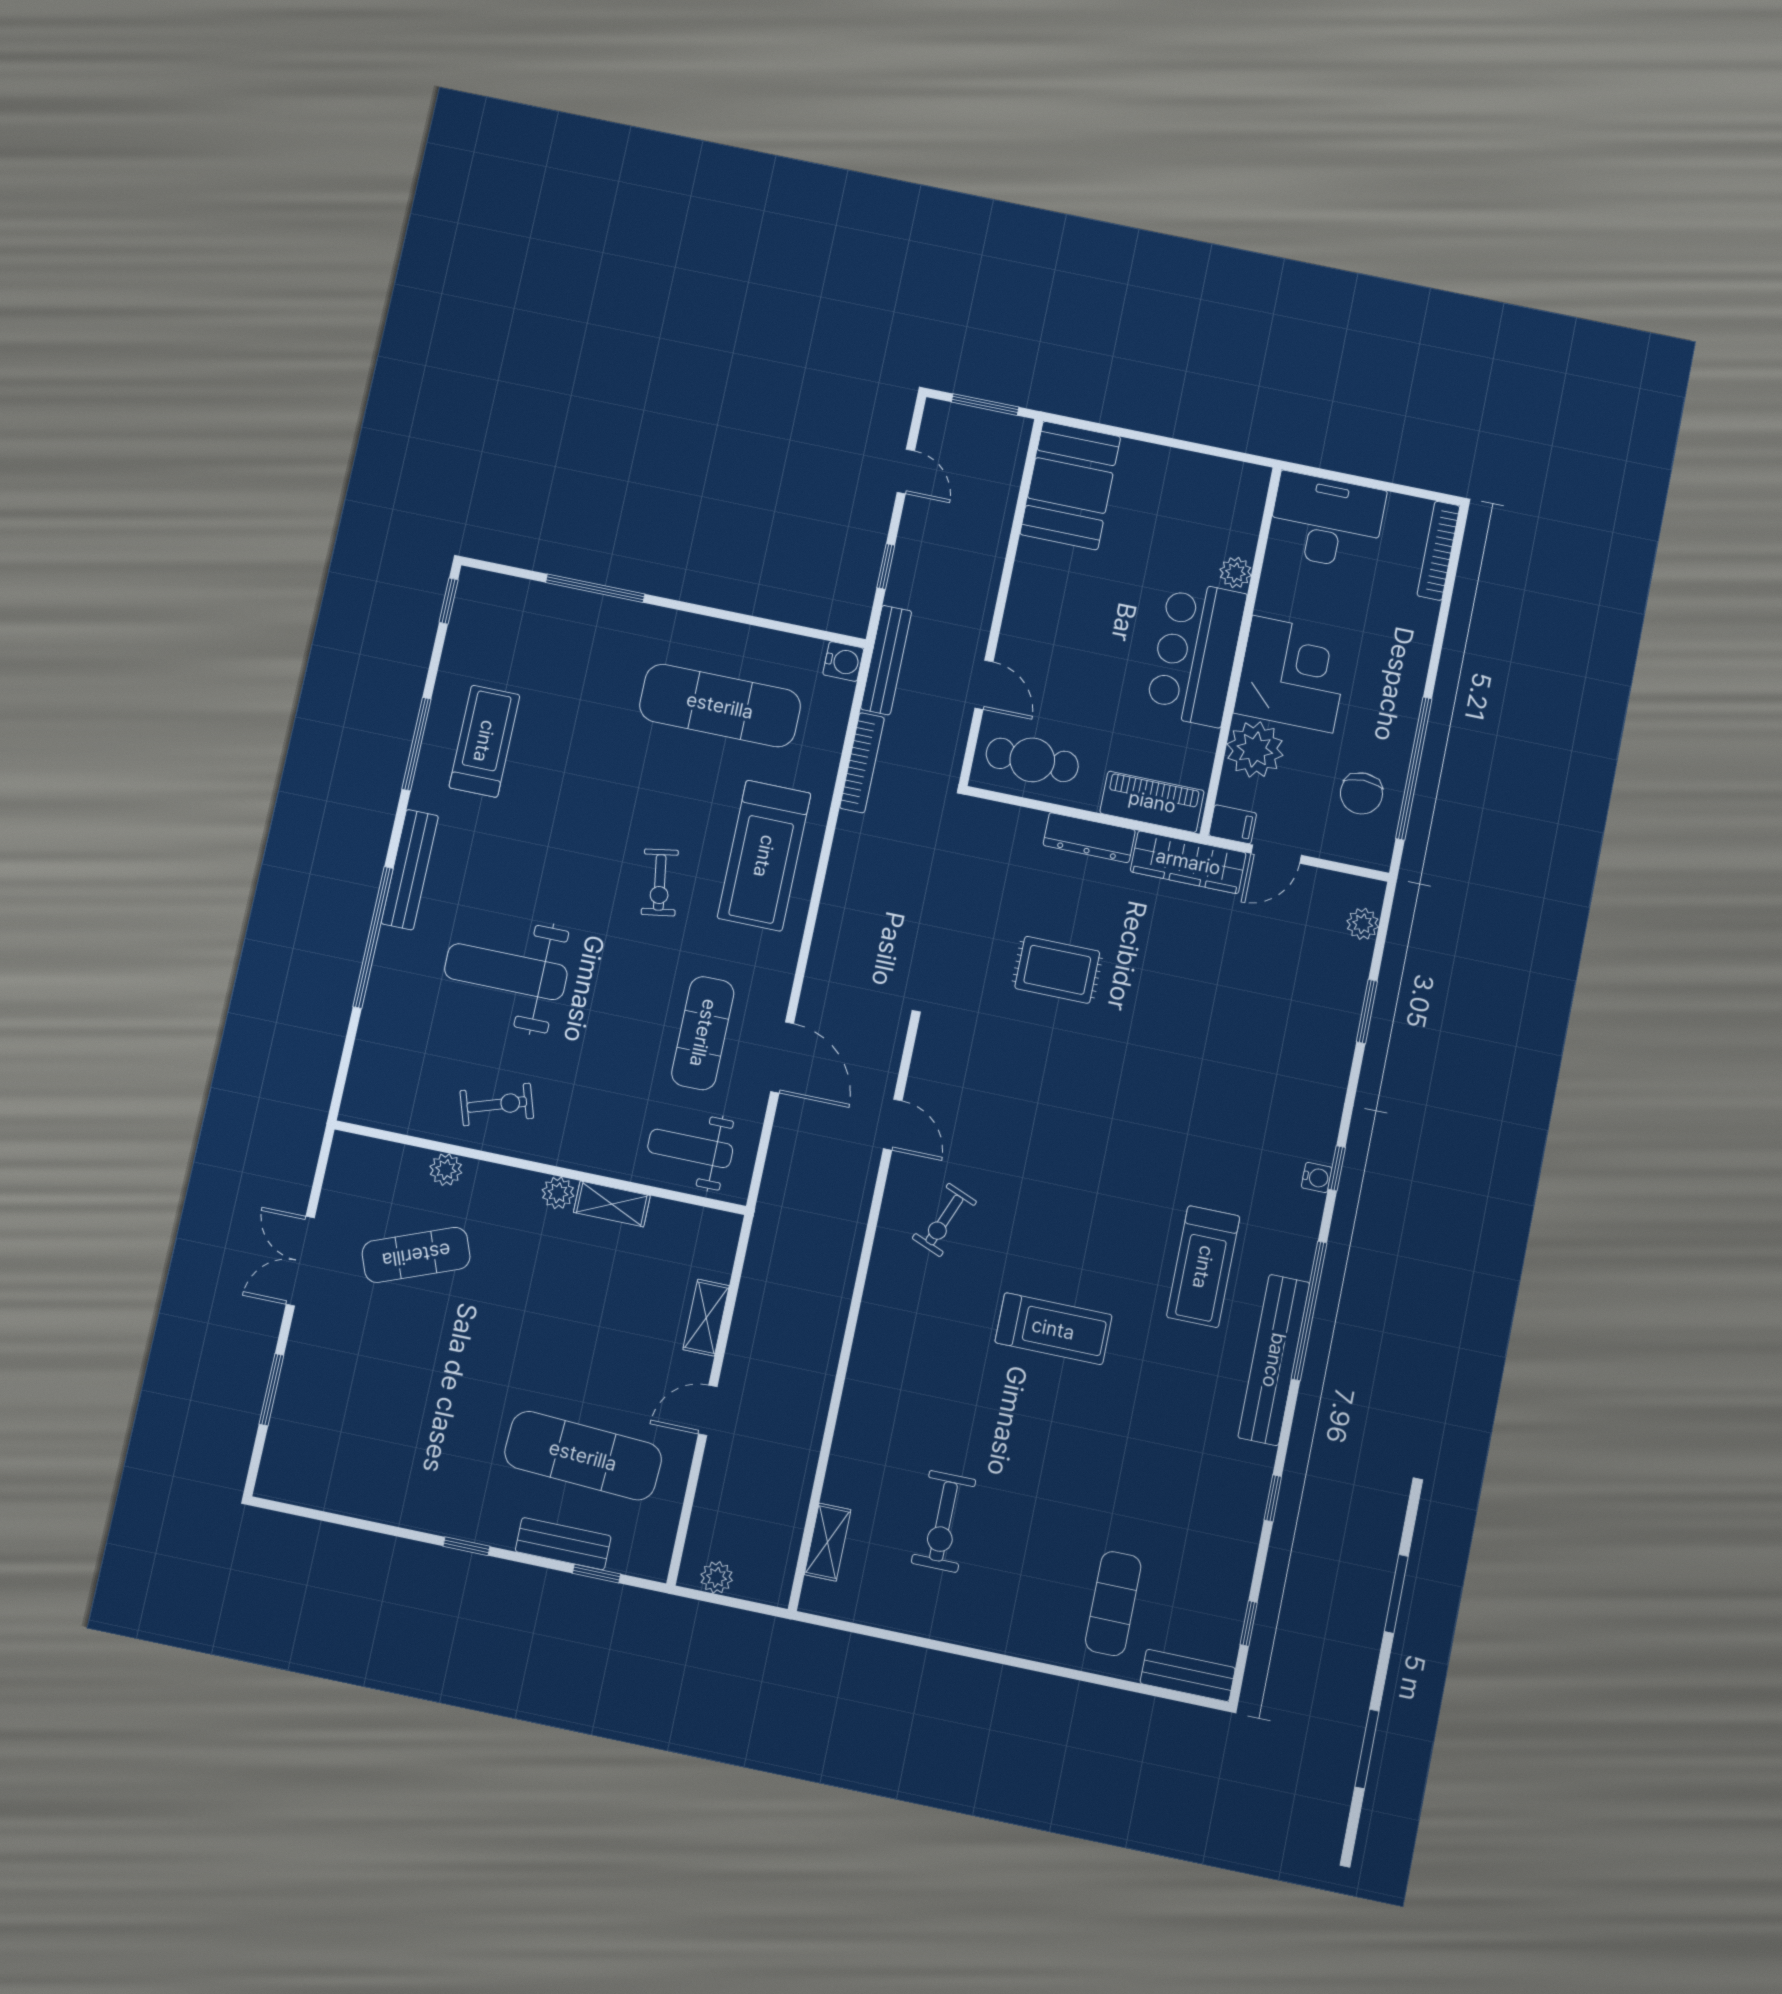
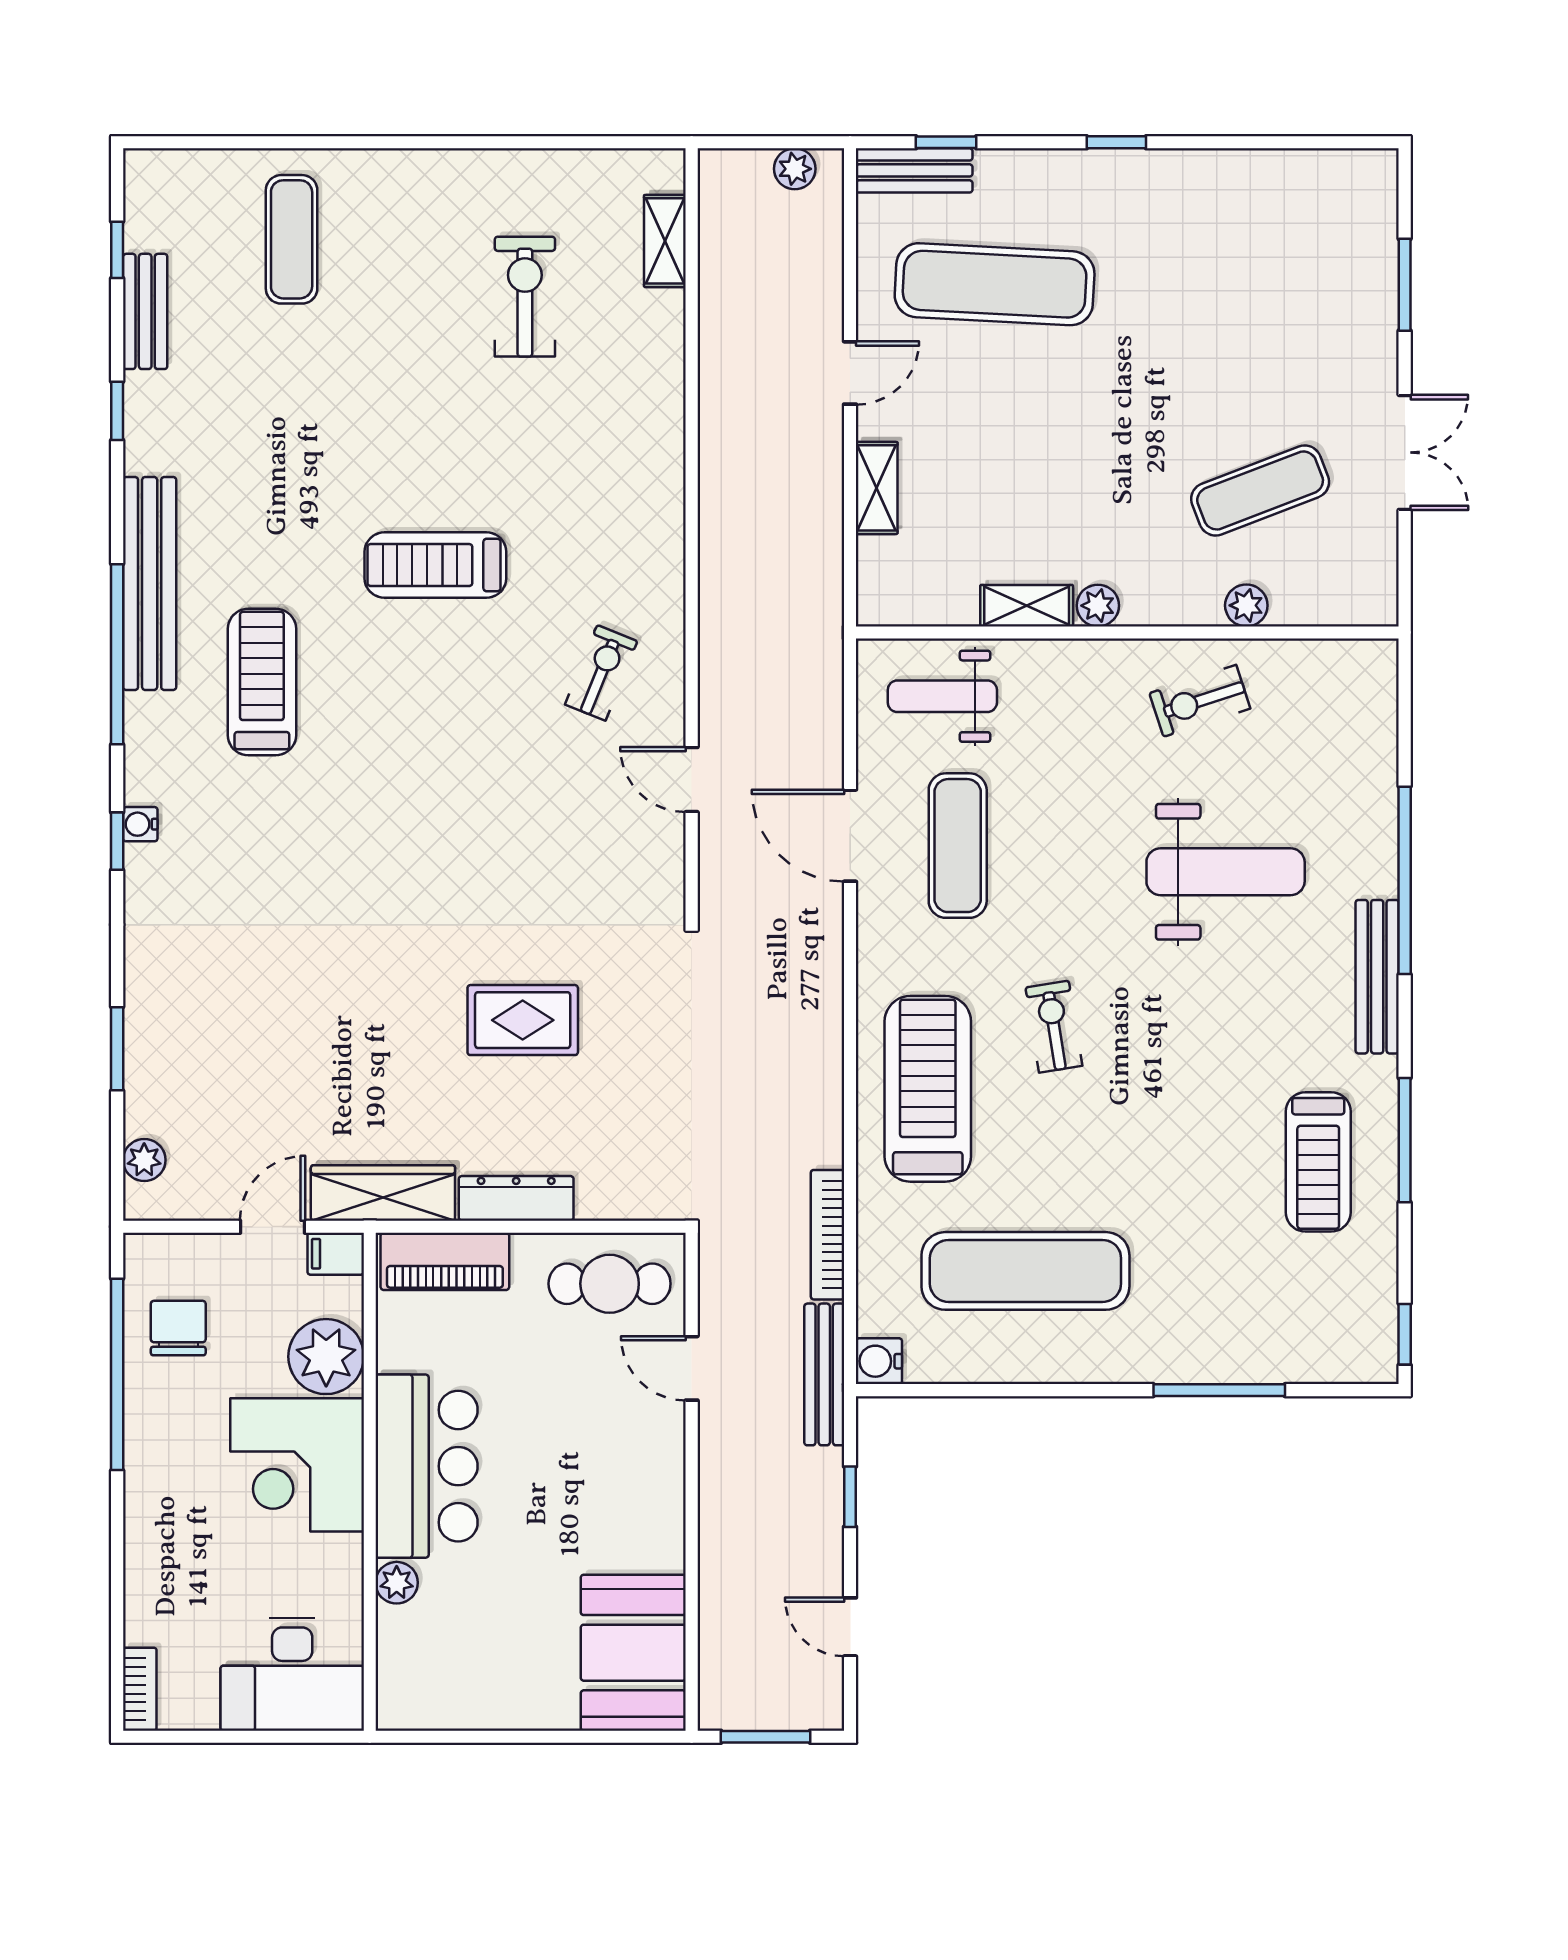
bookcase: (1438, 551) -> (140, 1689), width x0.64
weight bench: (690, 1148) -> (942, 696), turned 180
bench: (563, 1544) -> (914, 170), moved
bench: (1188, 1675) -> (145, 311), moved, turned 90

